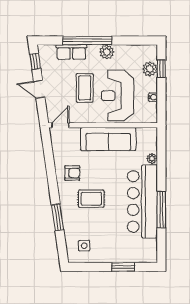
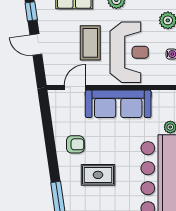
reception desk: (117, 96) -> (129, 52), turned 180
door: (60, 125) -> (75, 87), moved

